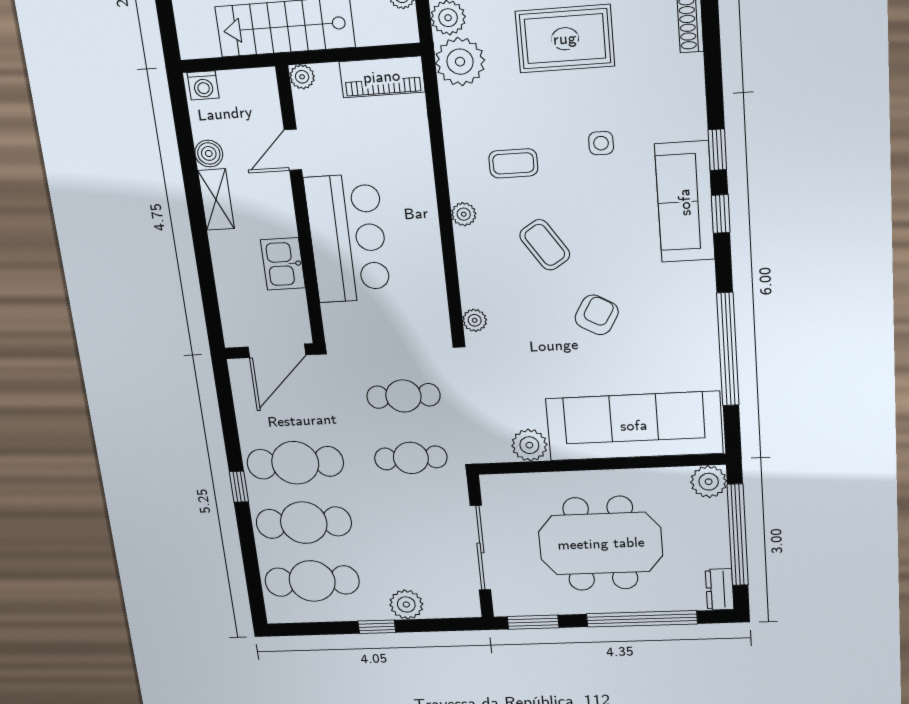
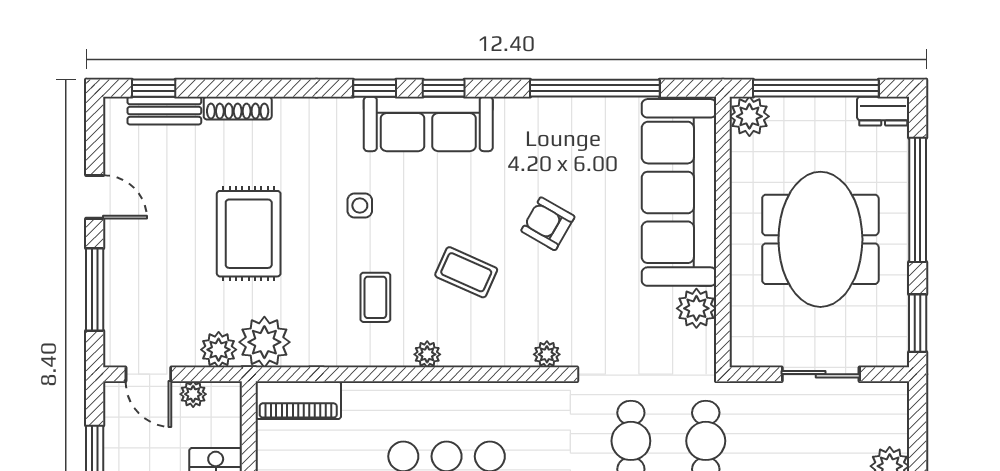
piano: (382, 77) -> (298, 400), moved, turned 90
coffee table: (545, 245) -> (466, 272), turned 57
sliding door: (480, 548) -> (821, 374), width x0.73

